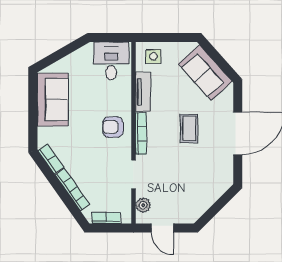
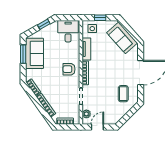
window: (167, 37) -> (100, 18), added
window: (69, 49) -> (44, 24), added
window: (33, 101) -> (23, 54), added
coffee table: (189, 129) -> (123, 94), moved
door: (162, 228) -> (97, 127), swing flipped

